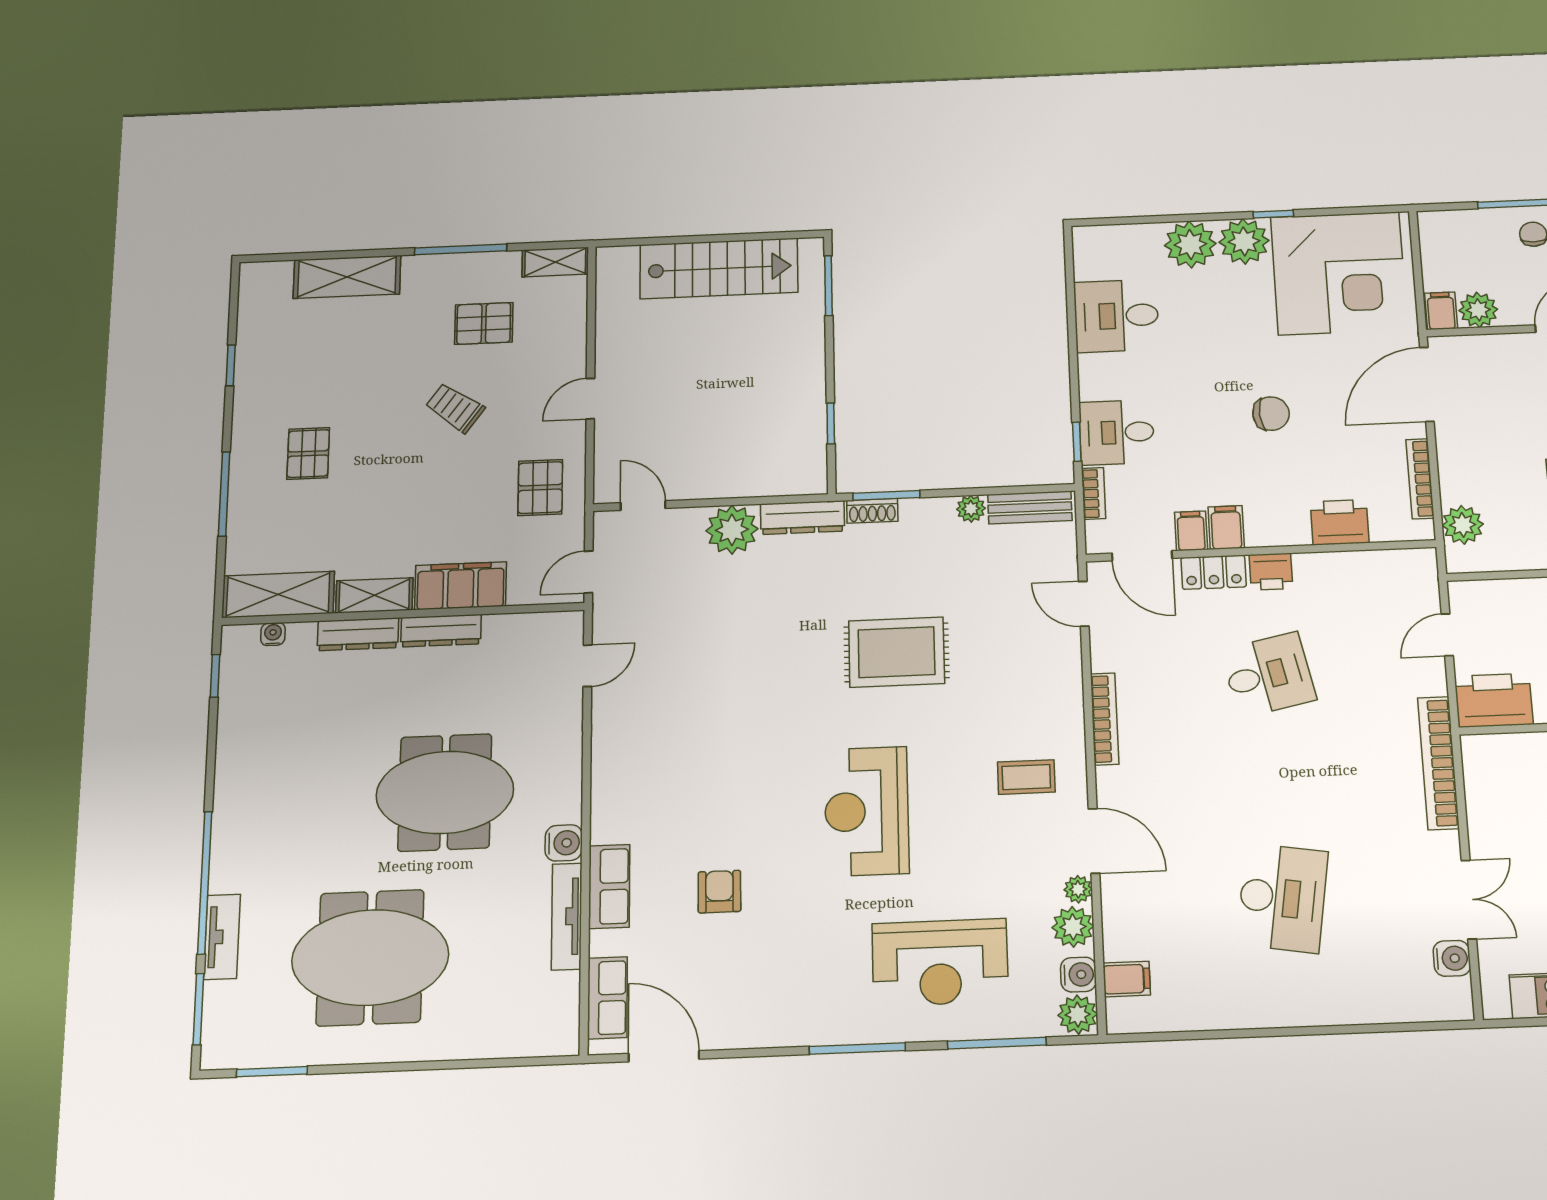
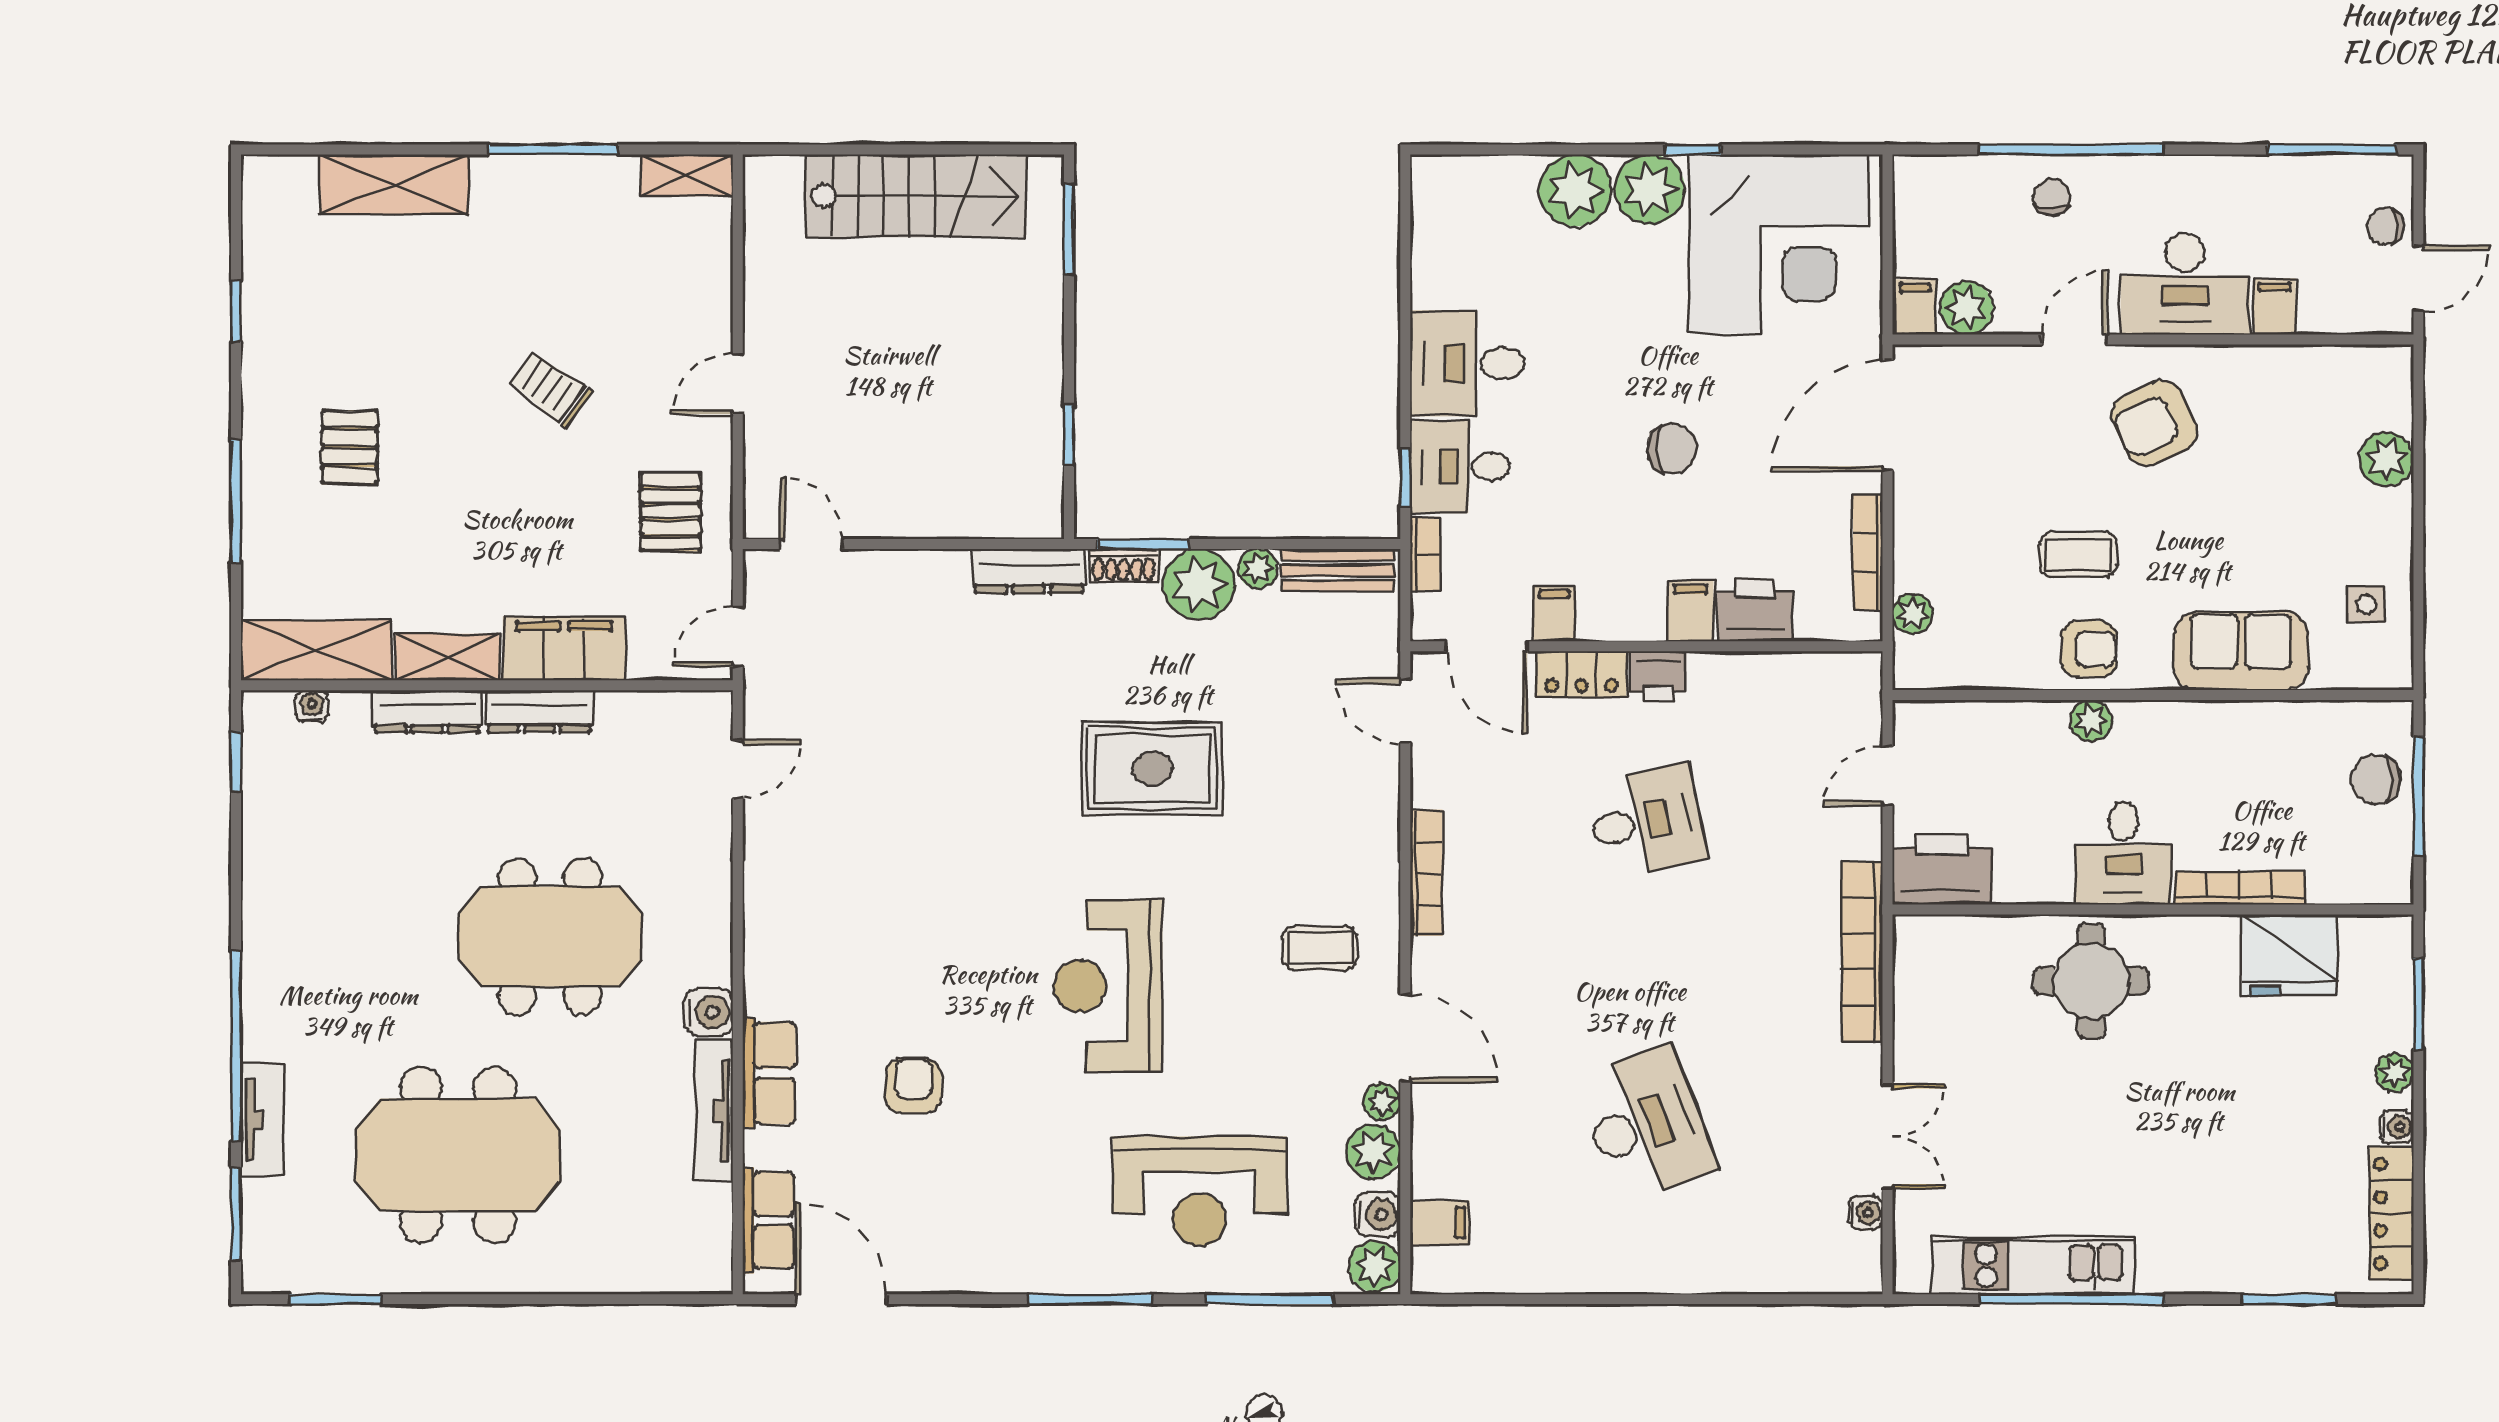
desk: (1116, 316) -> (1467, 363), moved
pallet: (484, 324) -> (588, 264), removed
plant: (1463, 525) -> (1912, 614), width x0.73, depth x0.73
filing cabinet: (1226, 527) -> (1690, 611), moved
plant: (732, 530) -> (1199, 584), moved
desk: (1282, 898) -> (1646, 1124), turned -30
water cooler: (1452, 958) -> (1866, 1213), width x0.72, depth x0.72

